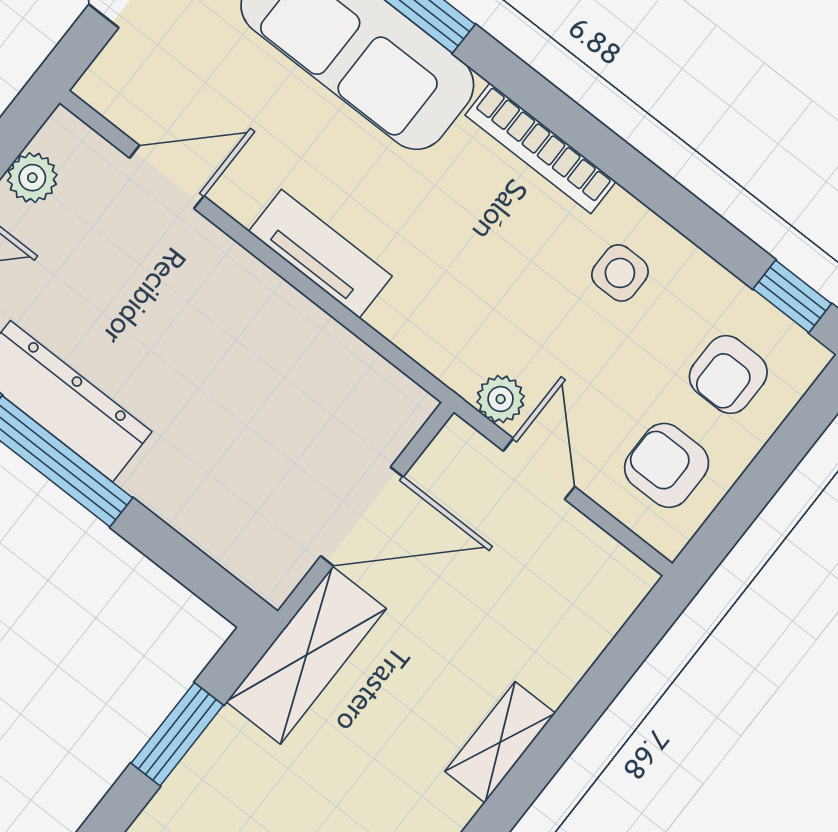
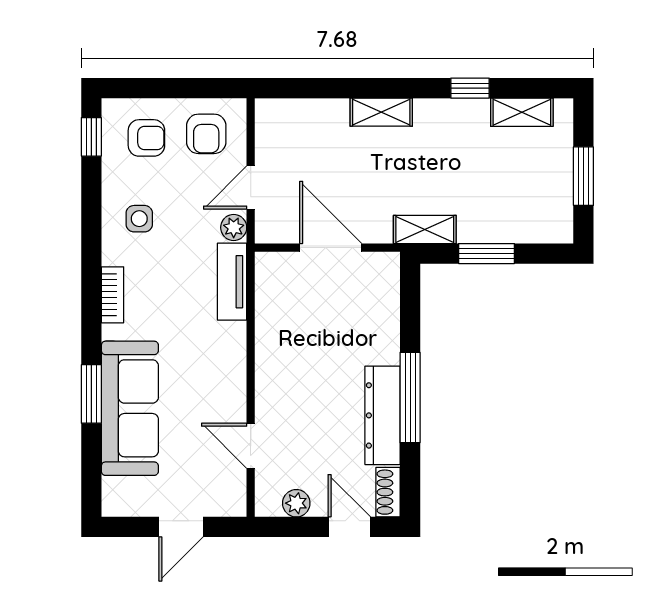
bookcase: (540, 148) -> (113, 295), width x0.64
tv unit: (320, 254) -> (232, 282), moved
shelving: (306, 655) -> (425, 229), width x0.67, depth x0.75

